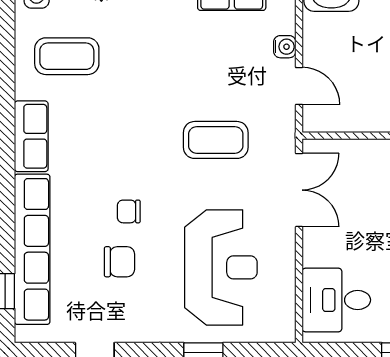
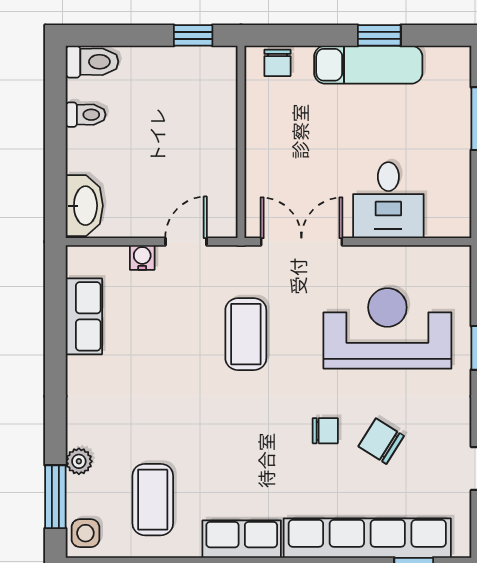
chair: (129, 211) -> (325, 431), turned -90
chair: (119, 262) -> (381, 441), turned -58
desk: (336, 300) -> (388, 200), moved

